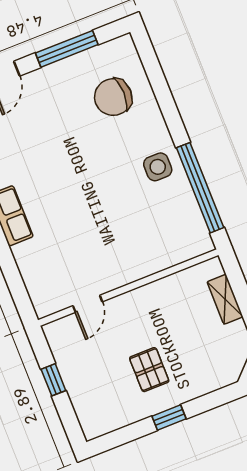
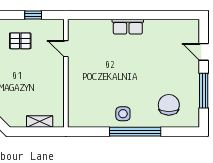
window: (200, 188) -> (135, 132), moved
pallet: (149, 370) -> (20, 41), moved

